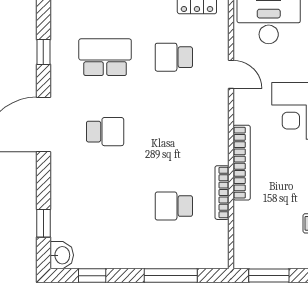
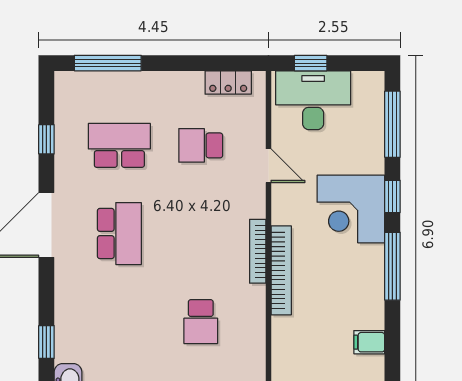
school desk: (105, 132) -> (119, 234), width x1.85
bookcase: (222, 193) -> (258, 251), moved
school desk: (174, 206) -> (201, 322), turned -90

